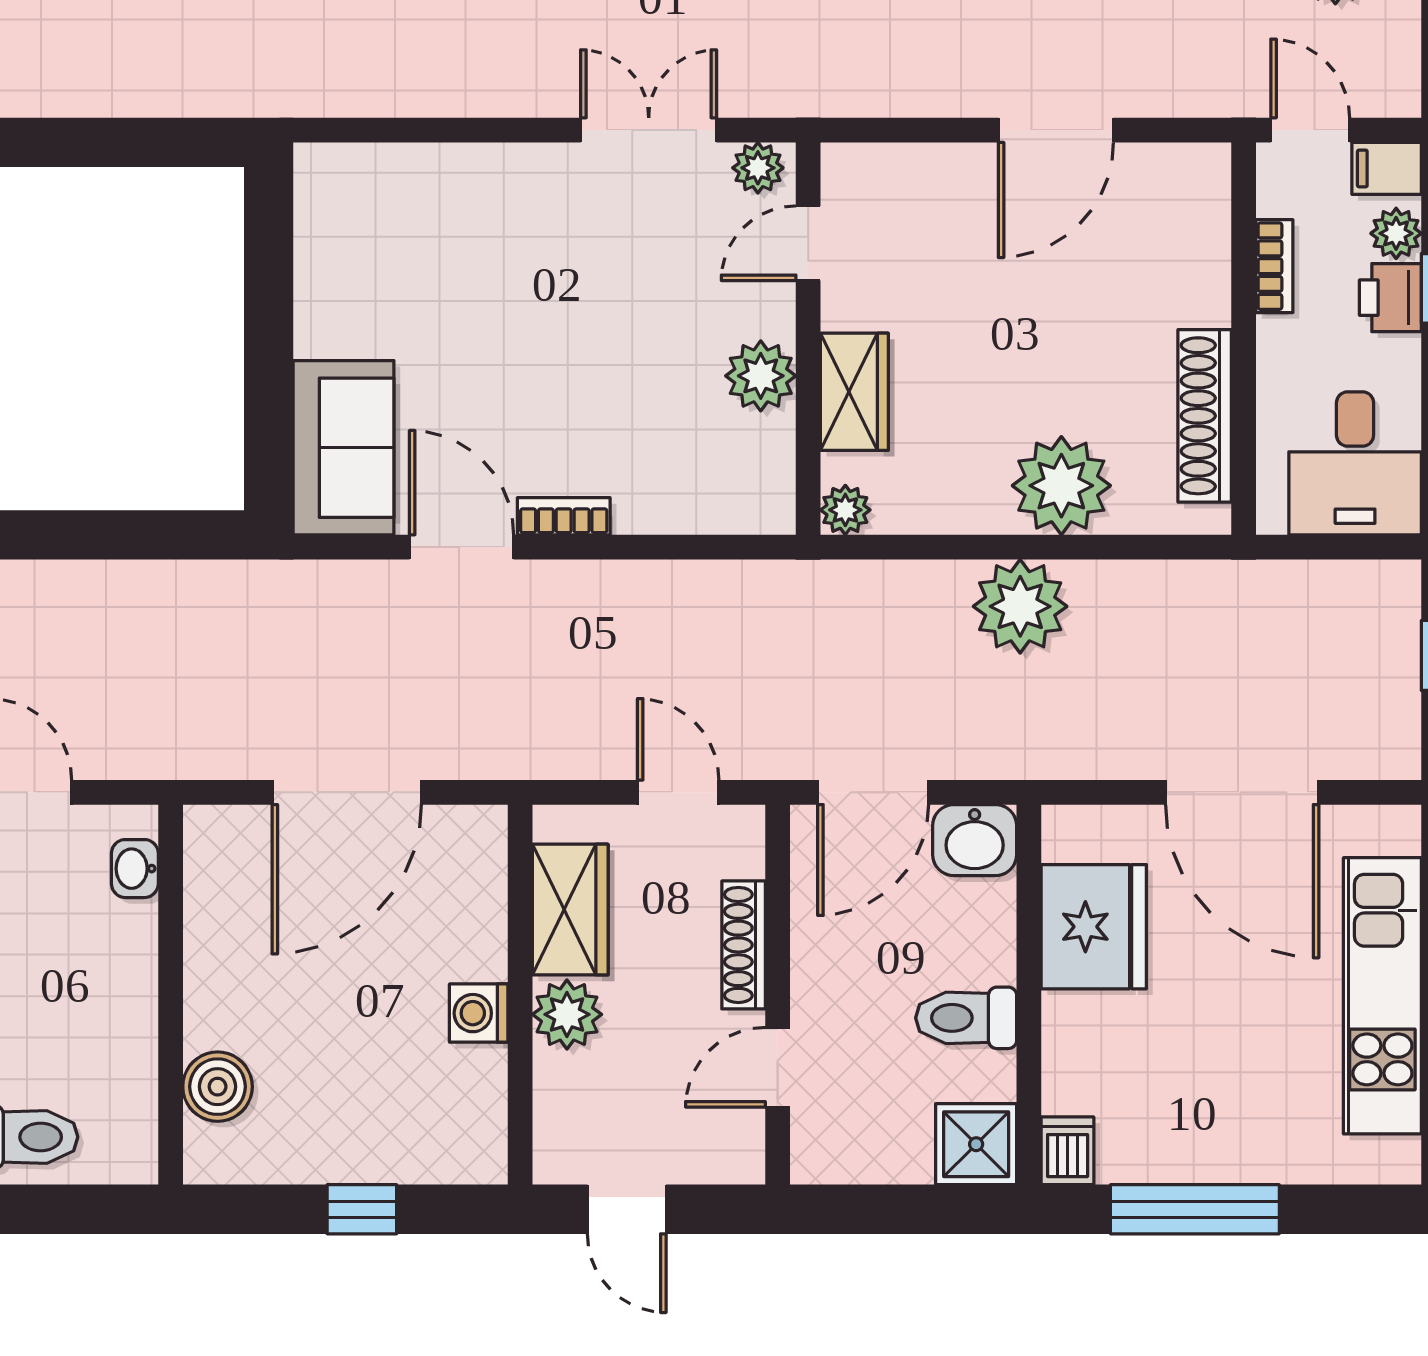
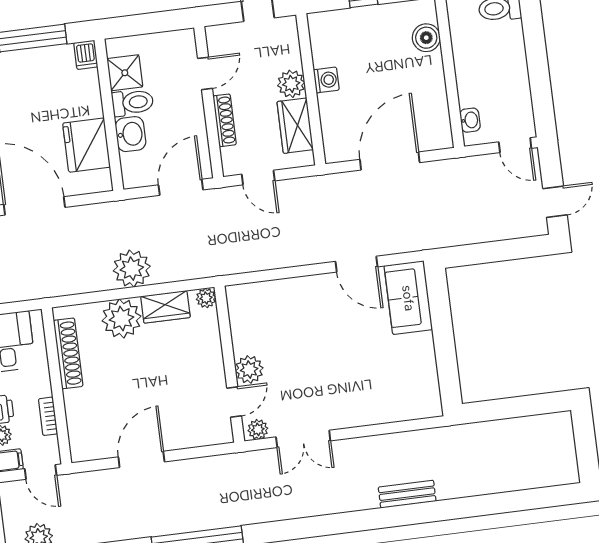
plant: (761, 376) -> (249, 370), moved
wardrobe: (854, 392) -> (165, 307), moved, turned -90
bookcase: (564, 516) -> (317, 281), removed
washbasin: (975, 840) -> (131, 134), moved, turned 90
shower: (976, 1144) -> (125, 73), moved

